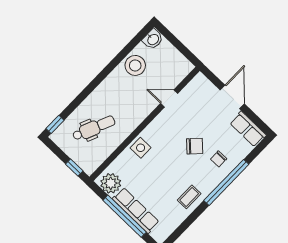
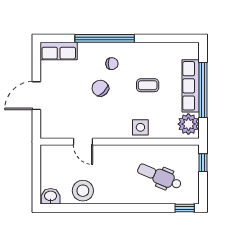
row of seats: (248, 129) -> (59, 51), moved, turned 90
chair: (219, 159) -> (112, 64), moved
coffee table: (189, 197) -> (148, 85), moved

